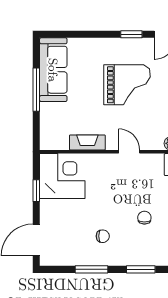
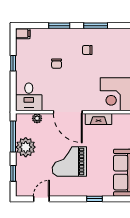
window: (131, 34) -> (95, 199), moved
door: (129, 152) -> (68, 112), width x1.87

